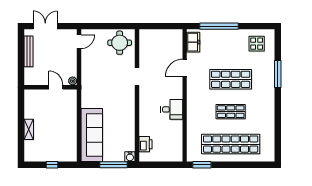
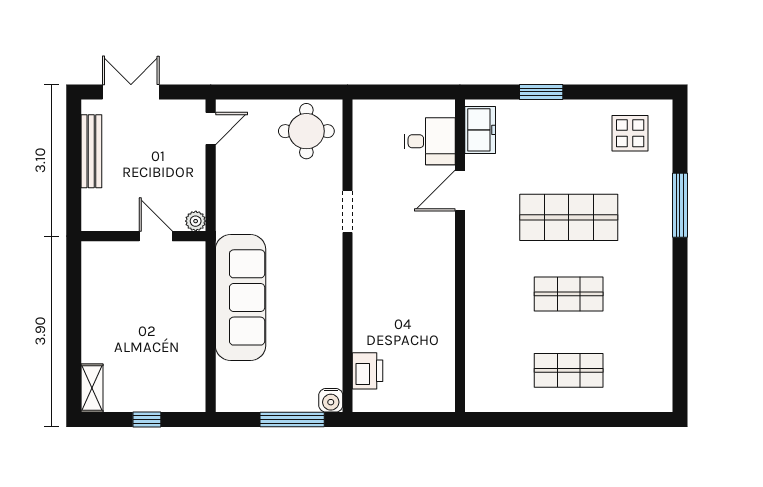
window: (219, 26) -> (541, 92), width x0.47
desk: (172, 109) -> (430, 141), moved
shelving: (29, 129) -> (92, 388), moved
sofa: (92, 135) -> (241, 297), moved
shop shelf: (231, 144) -> (569, 370), width x0.50, depth x0.74
window: (202, 165) -> (501, 419), removed

